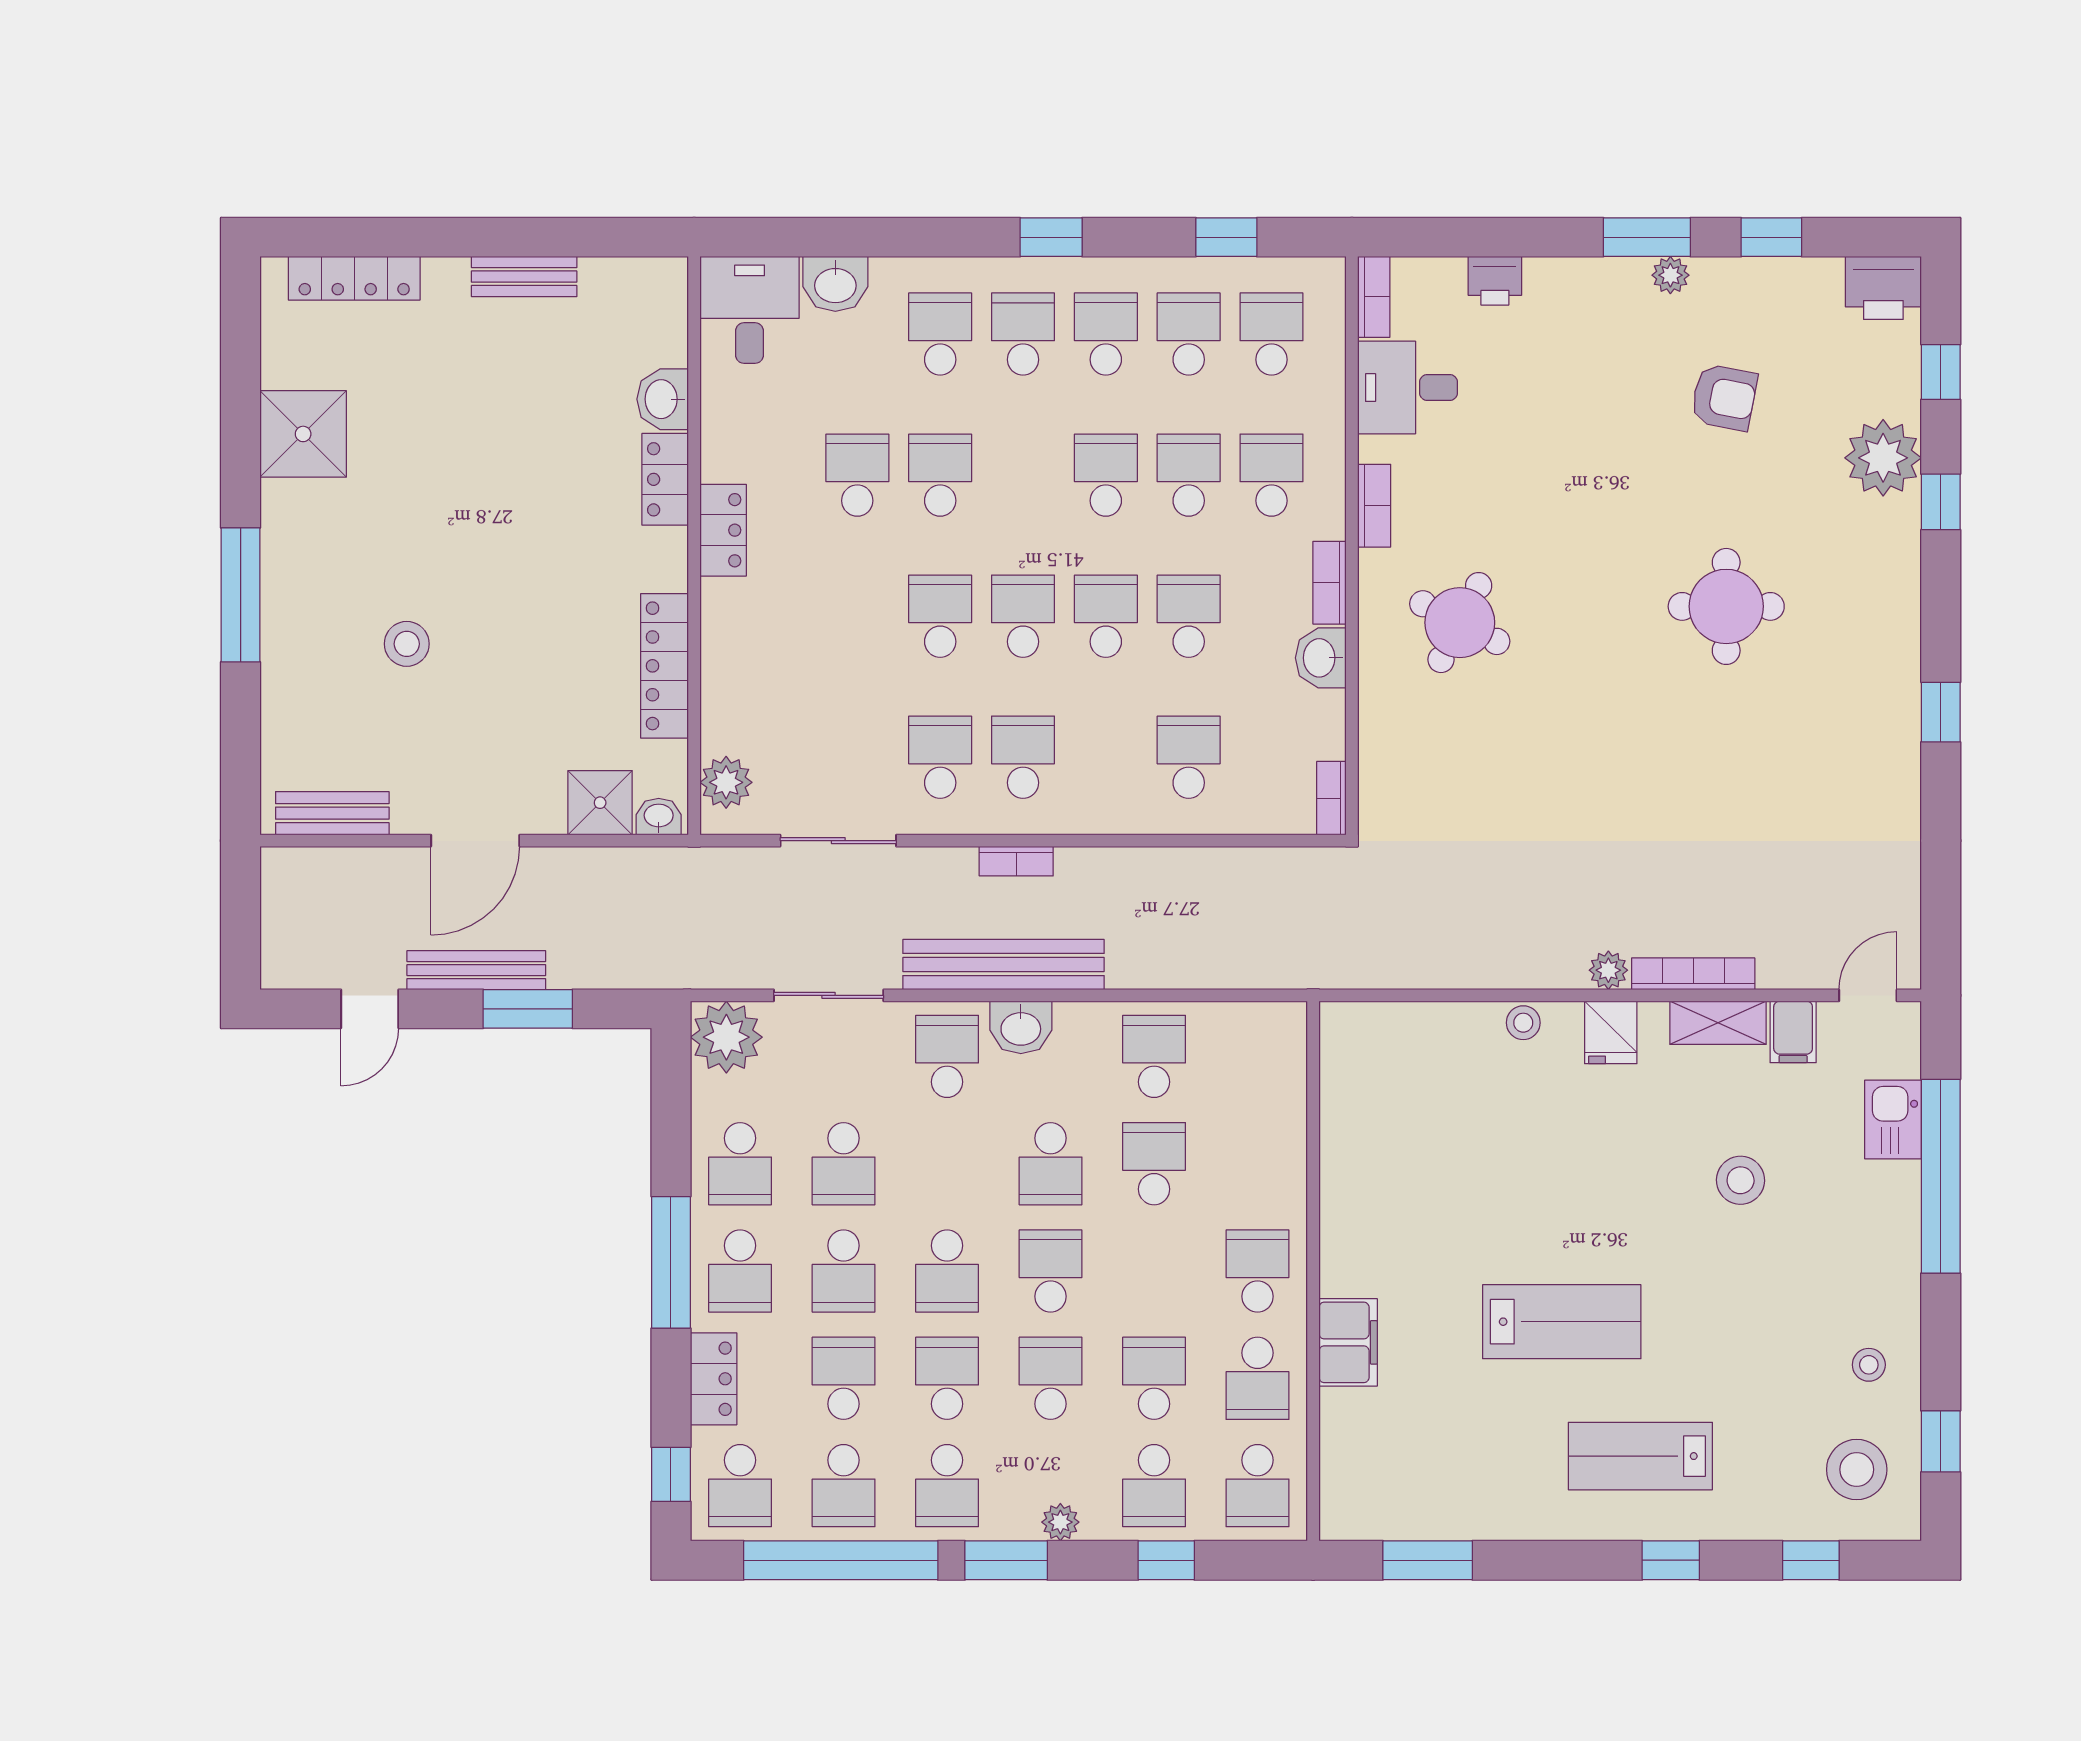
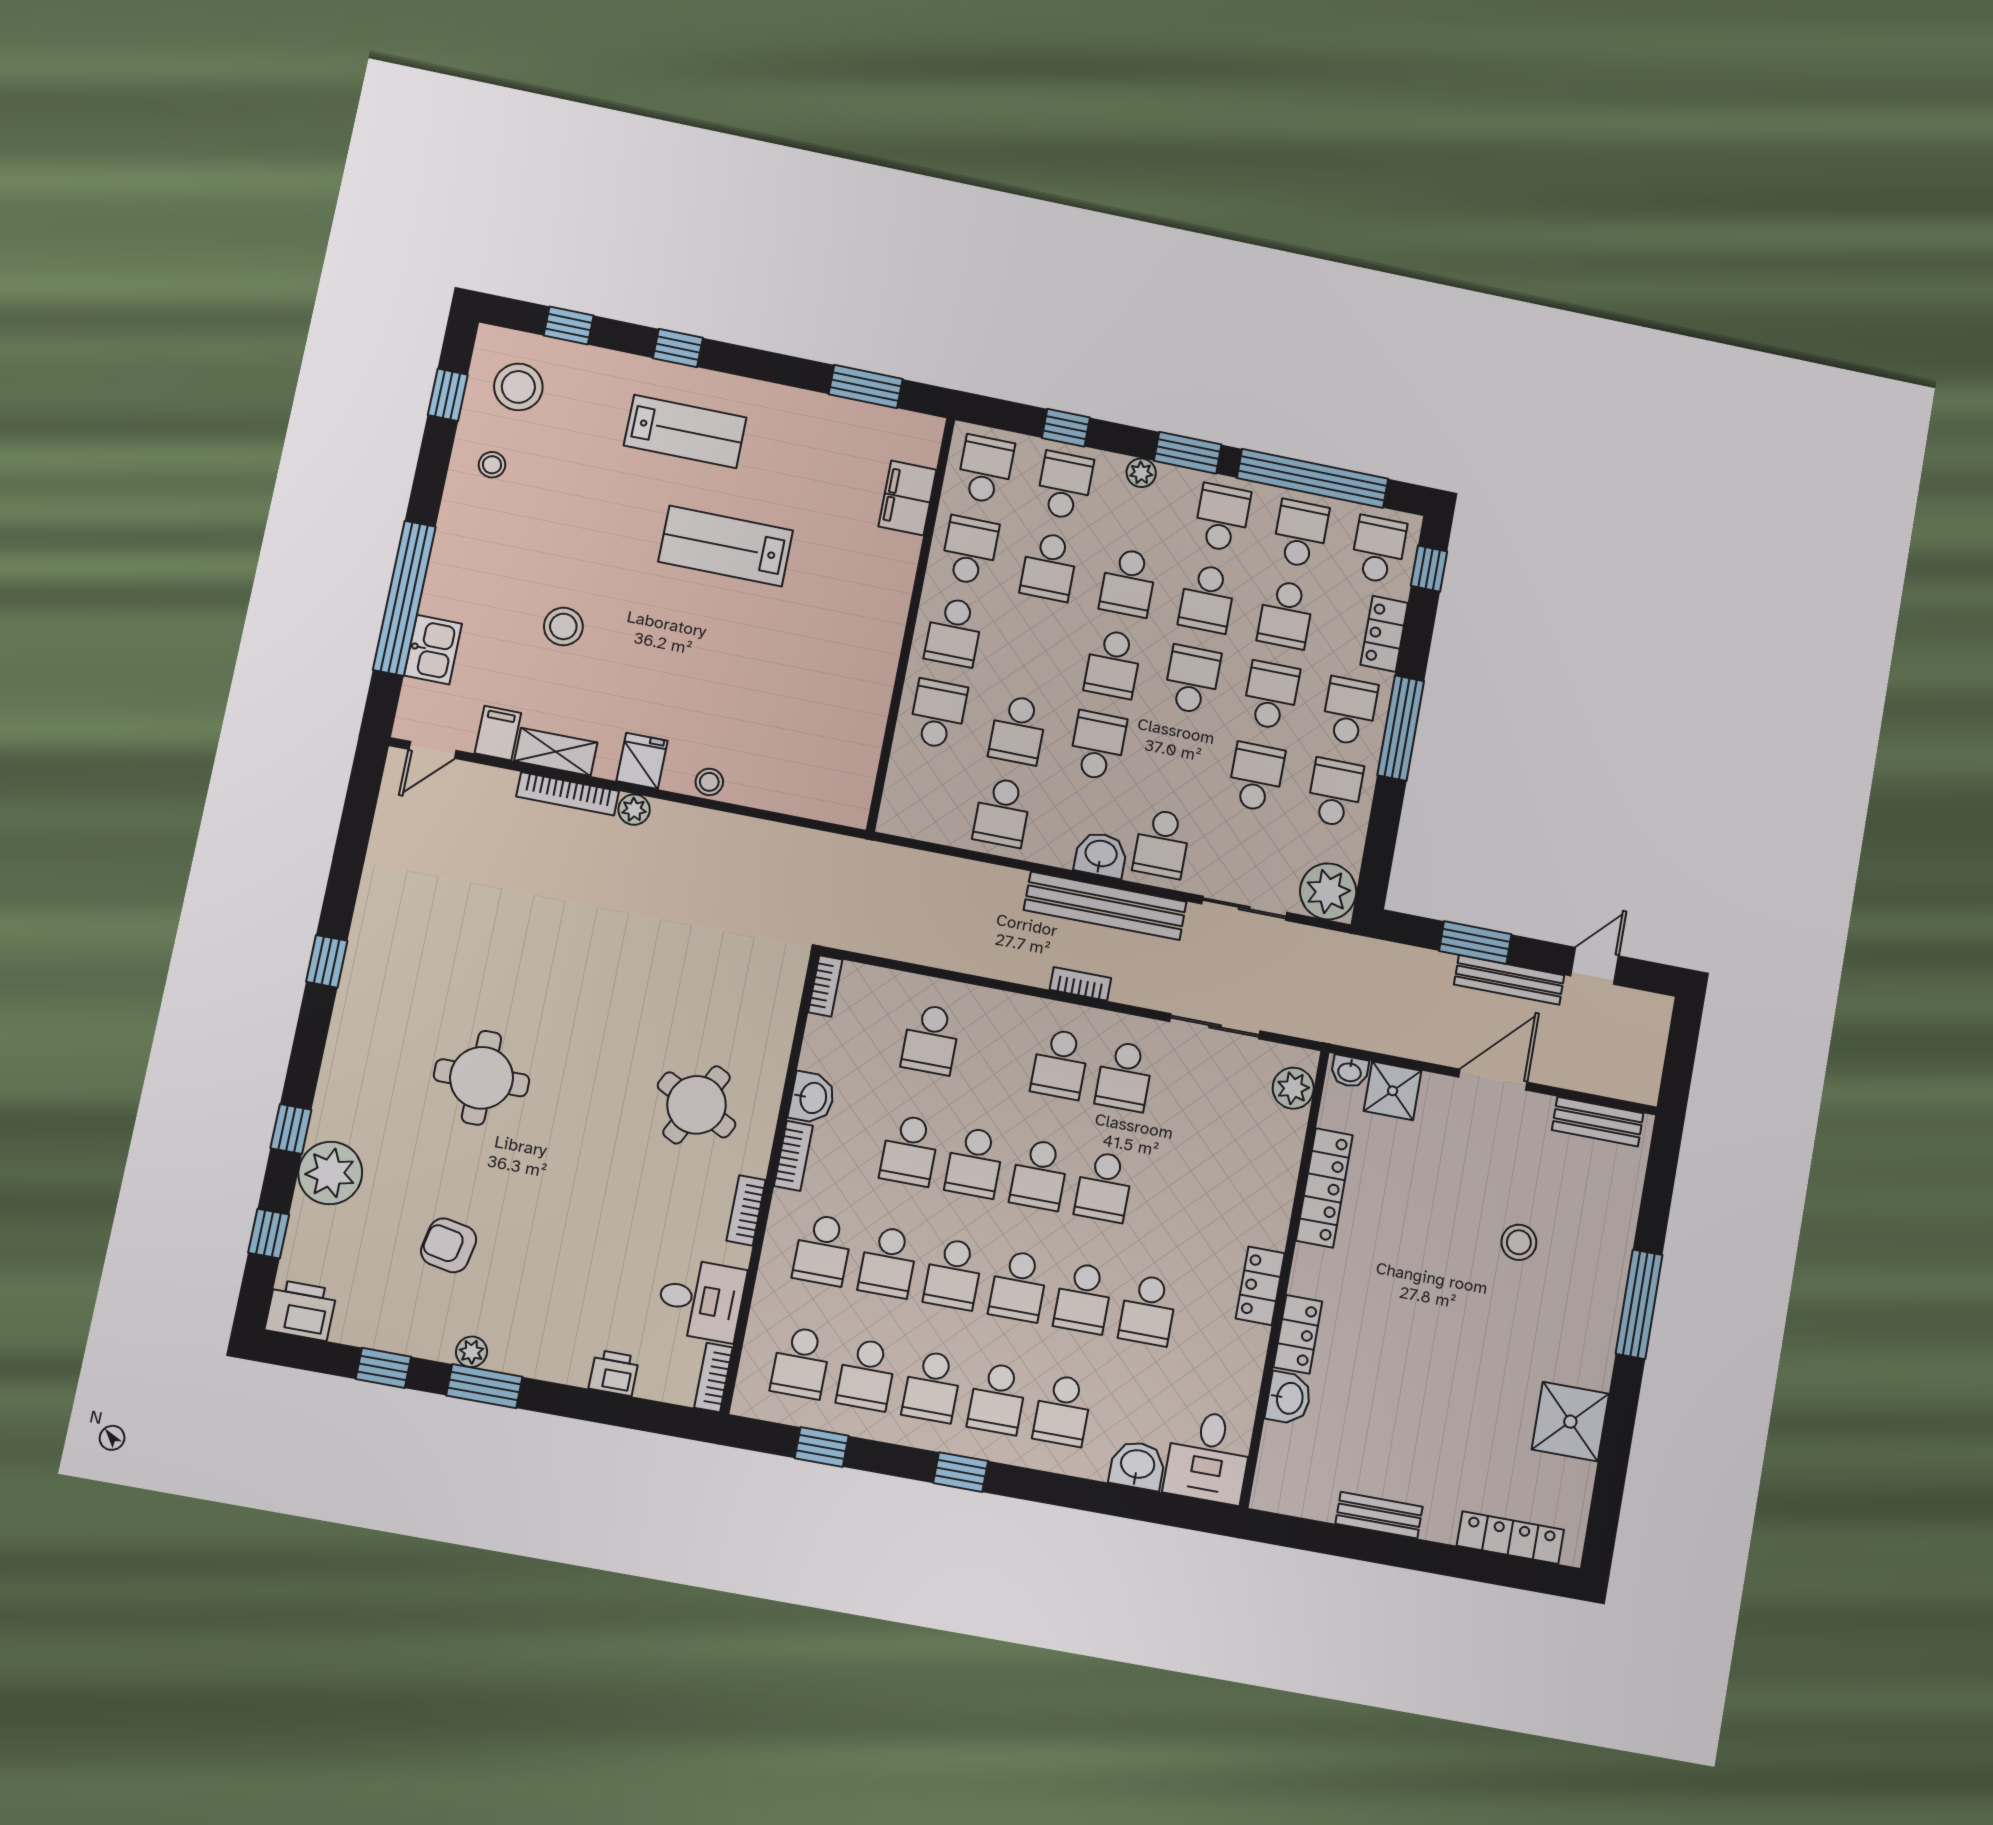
school desk: (1023, 475) -> (1018, 1286), added
school desk: (1258, 1164) -> (938, 714), added
filing cabinet: (1348, 1342) -> (907, 498), moved

